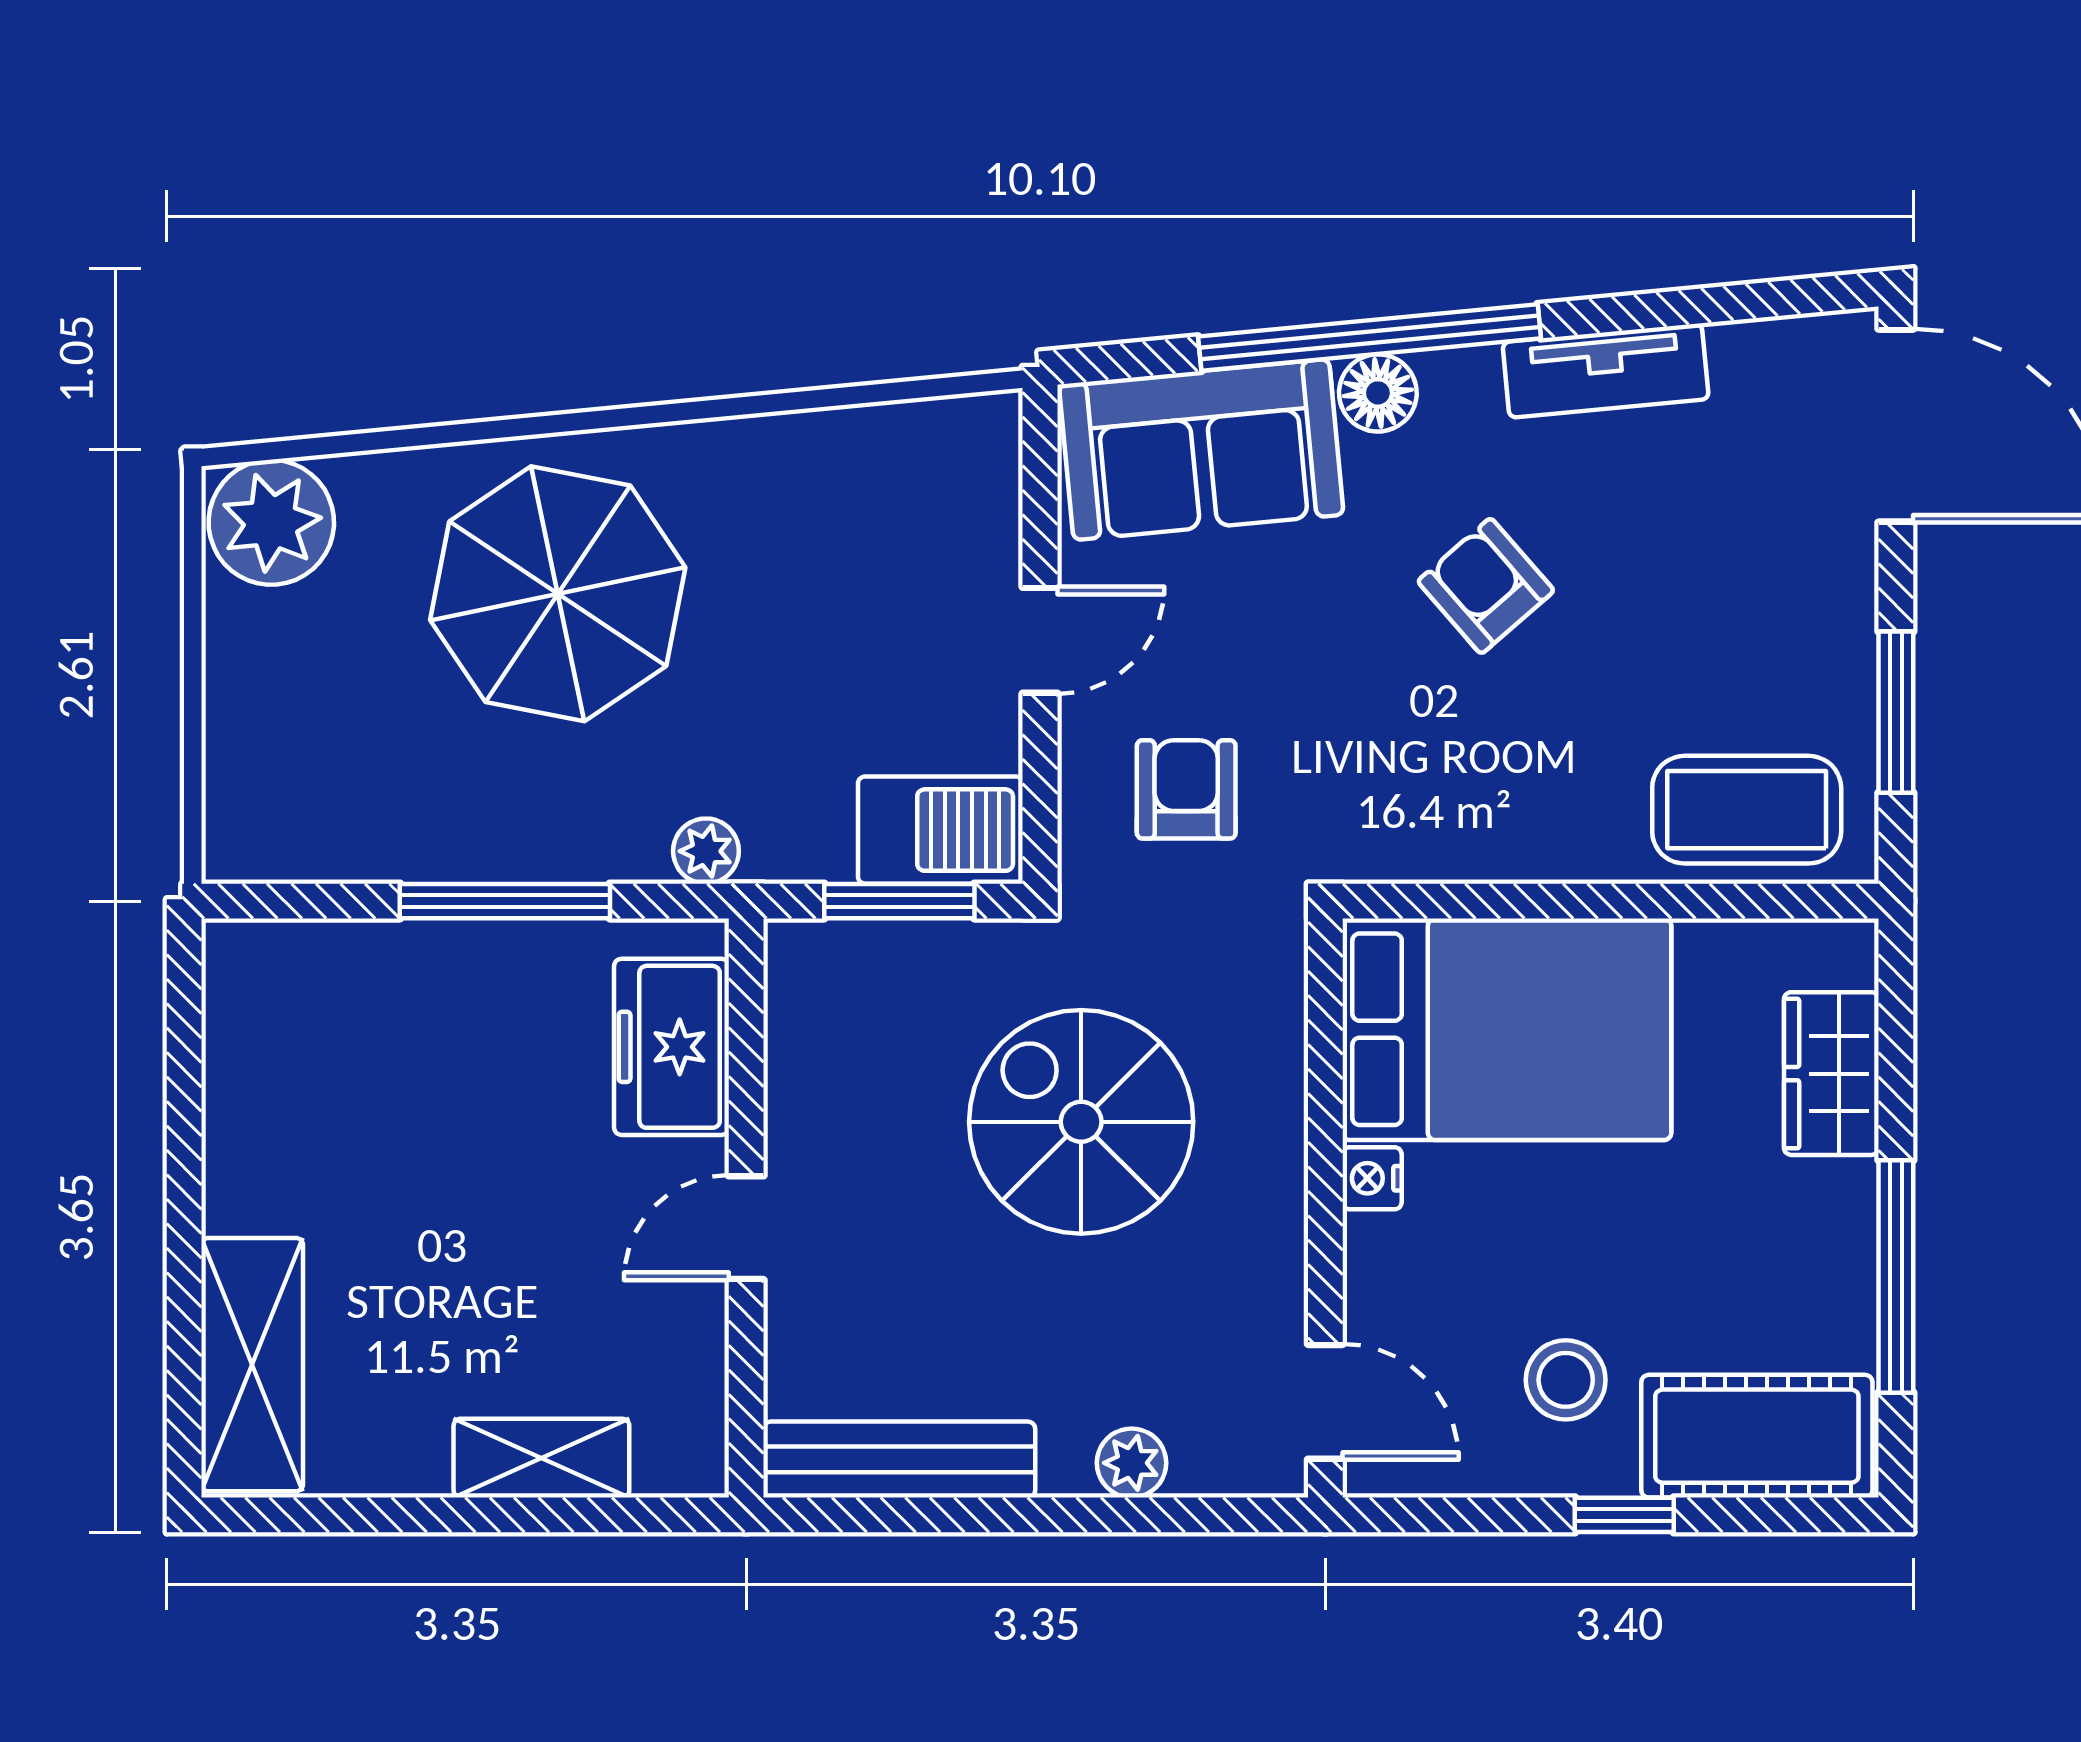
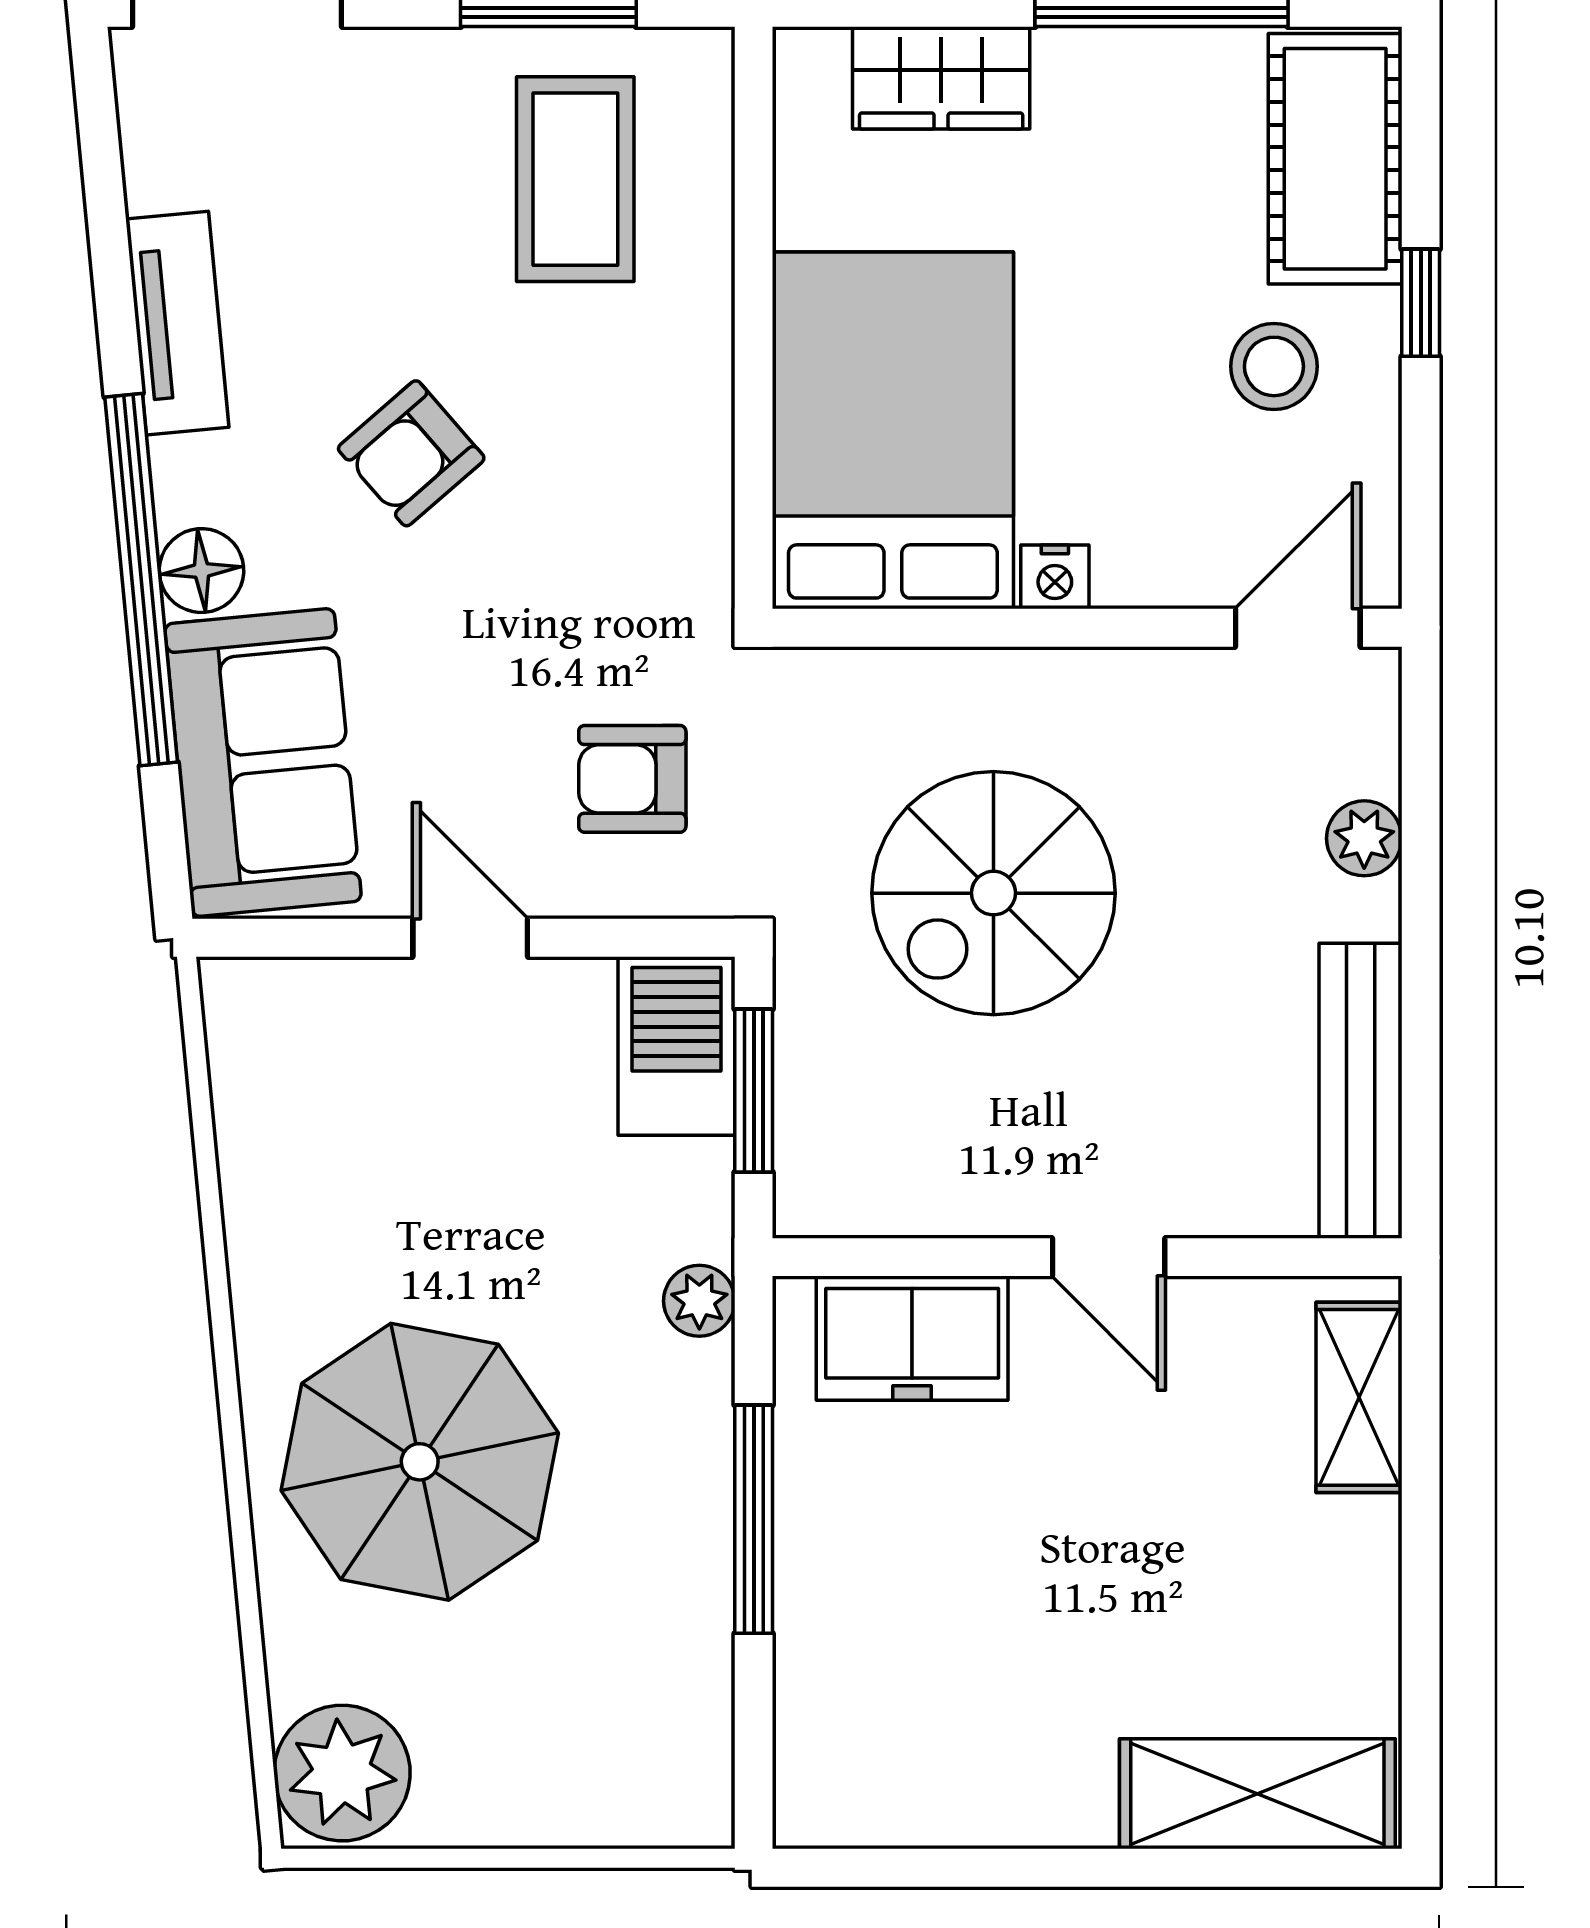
coffee table: (1747, 810) -> (575, 179), moved
shelving: (541, 1458) -> (1359, 1397), moved

